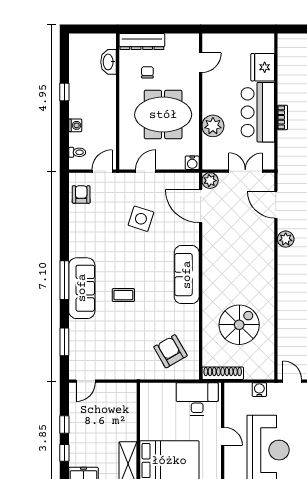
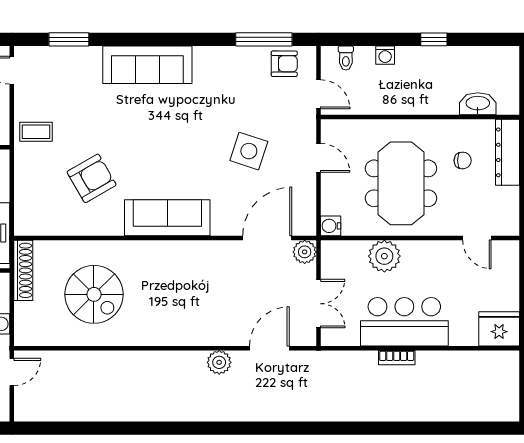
fridge: (263, 67) -> (499, 329), moved
window: (64, 280) -> (264, 39), moved
coffee table: (123, 295) -> (36, 132), moved, turned 90
armchair: (170, 351) -> (92, 178), moved

